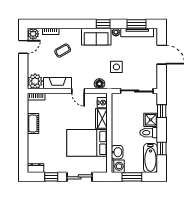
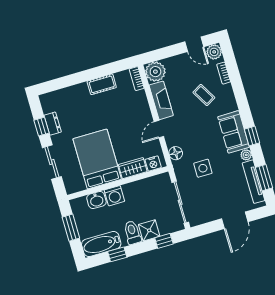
washing machine: (118, 166) -> (114, 196), moved
dresser: (36, 168) -> (53, 124), moved

